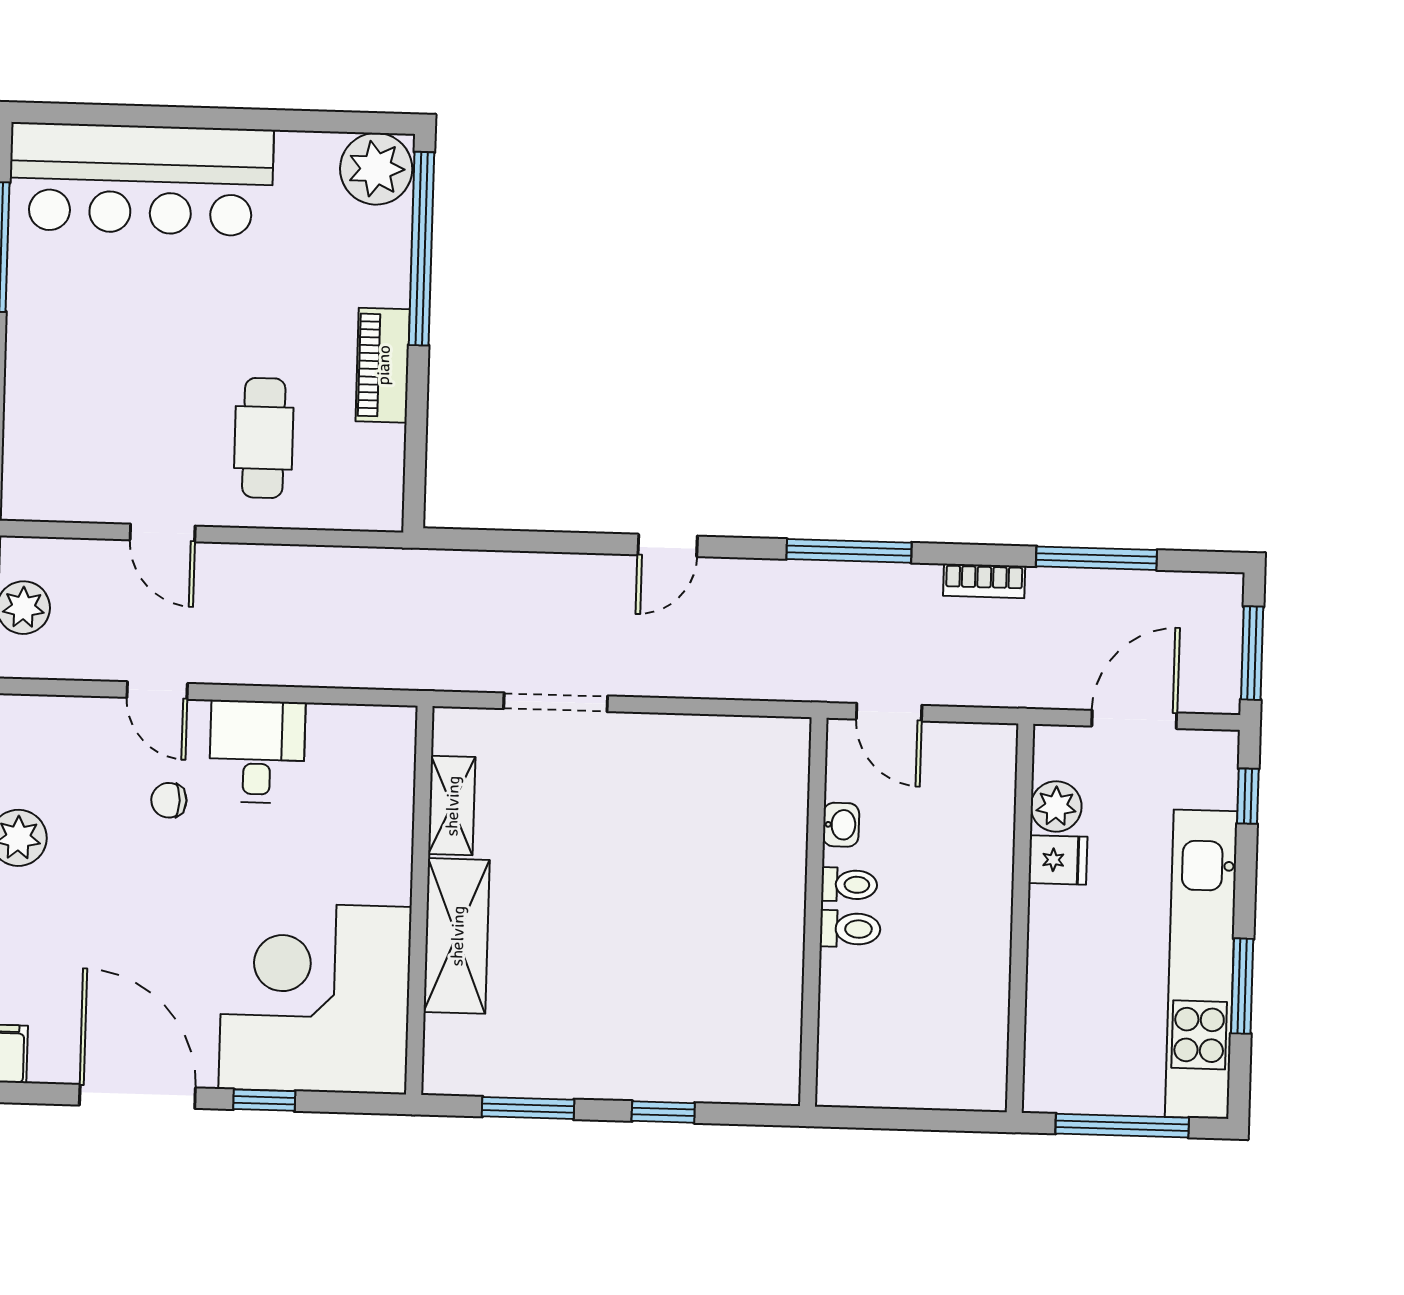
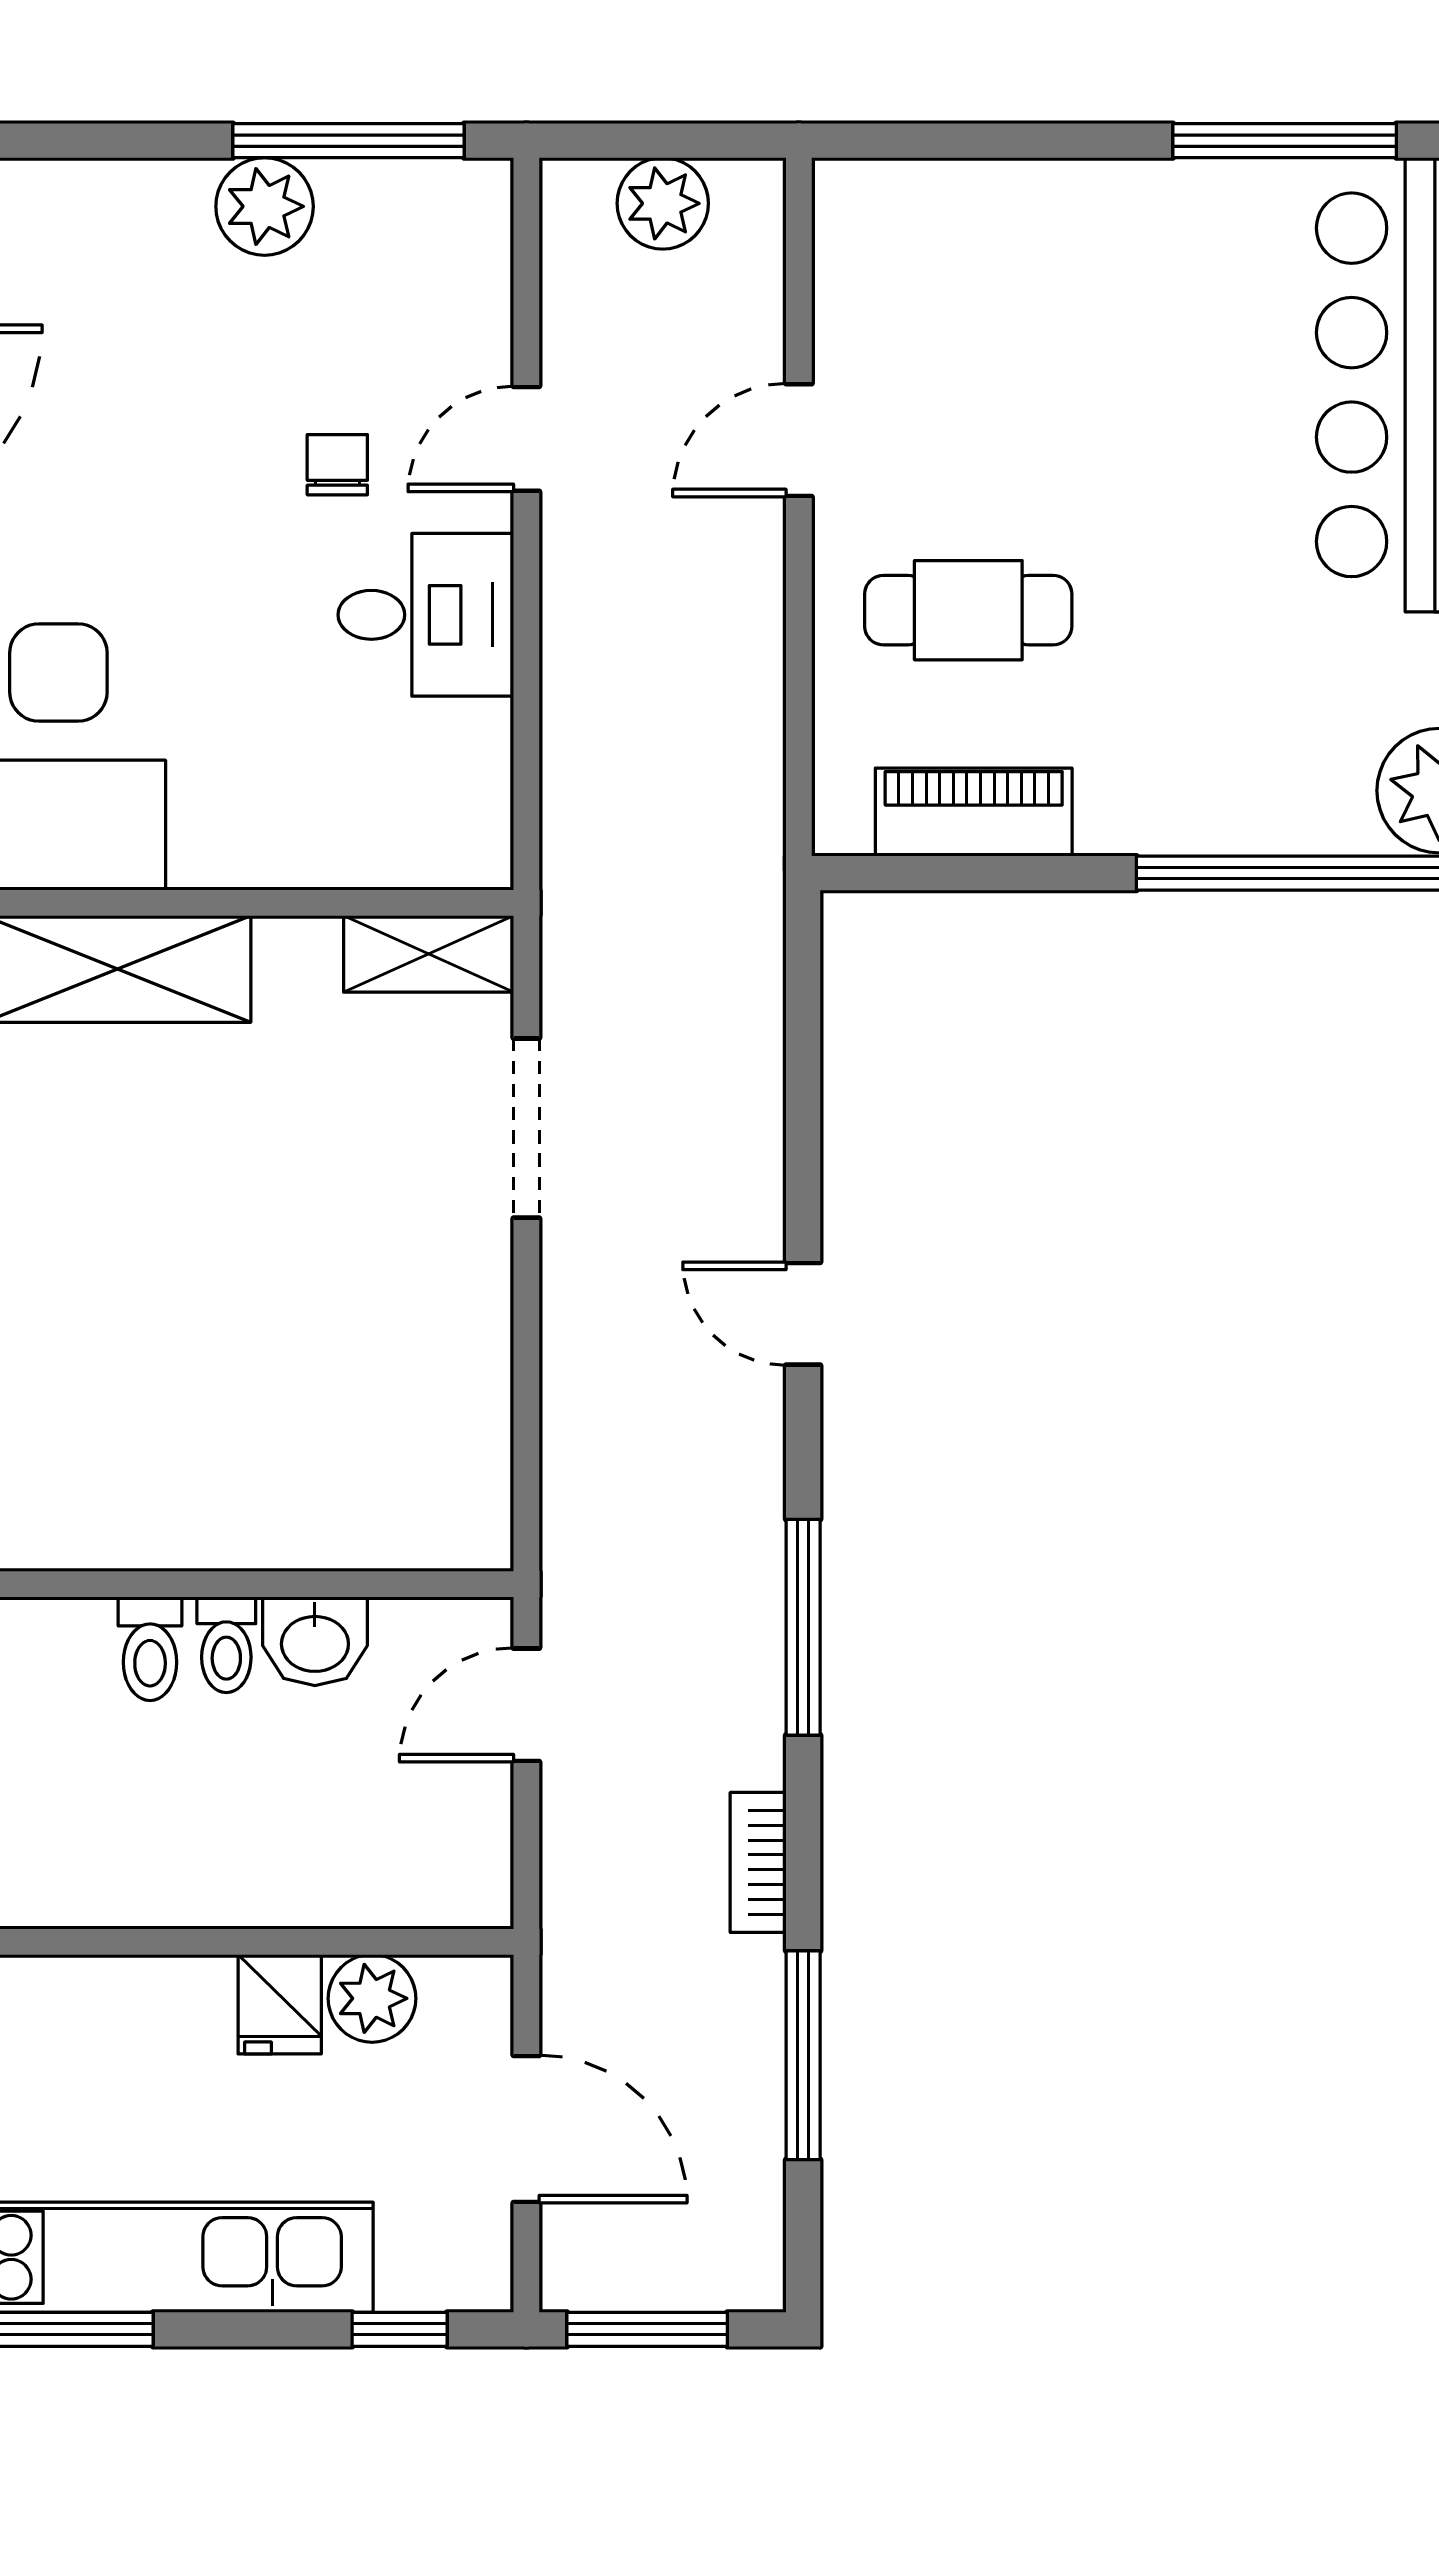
piano: (383, 365) -> (974, 812), moved
shelving: (452, 806) -> (429, 954), moved
washbasin: (841, 825) -> (315, 1641), width x1.38, depth x1.45

